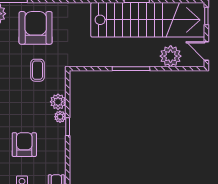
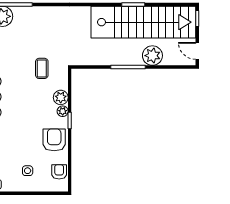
armchair: (36, 28) -> (40, 30), removed
plant: (171, 56) -> (152, 56), moved
armchair: (24, 145) -> (54, 140), moved

